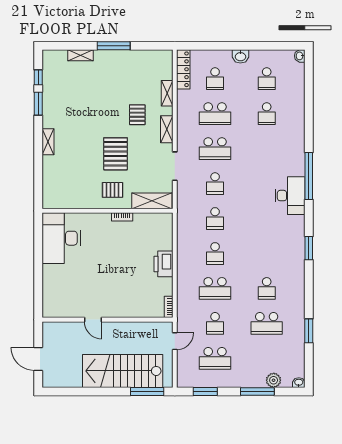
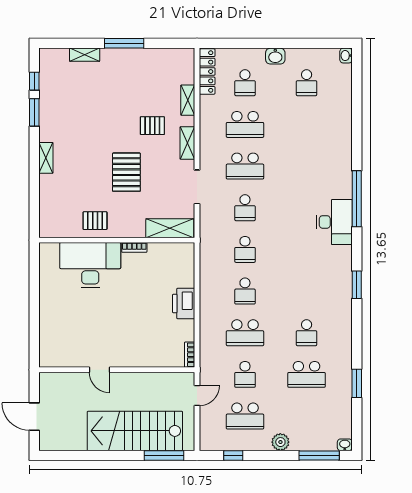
school desk: (267, 114) -> (307, 124), removed
pallet: (137, 115) -> (152, 126), turned 90
pallet: (113, 190) -> (95, 221), moved
desk: (61, 238) -> (90, 265), moved, turned 90
plant: (274, 380) -> (280, 442), moved
window: (205, 391) -> (233, 455), width x0.67
window: (257, 391) -> (319, 455), moved

